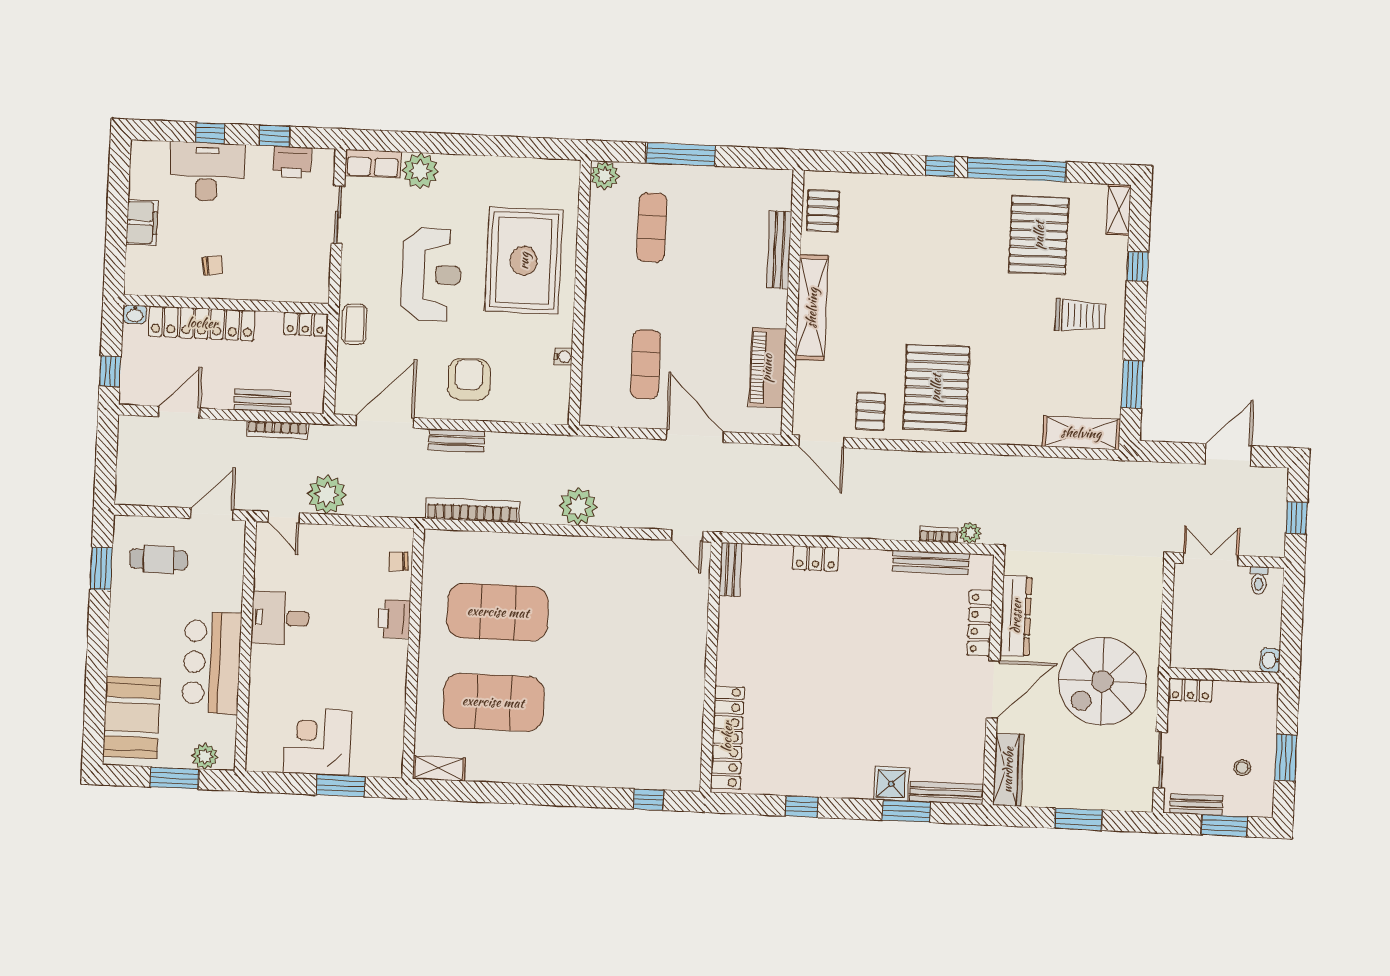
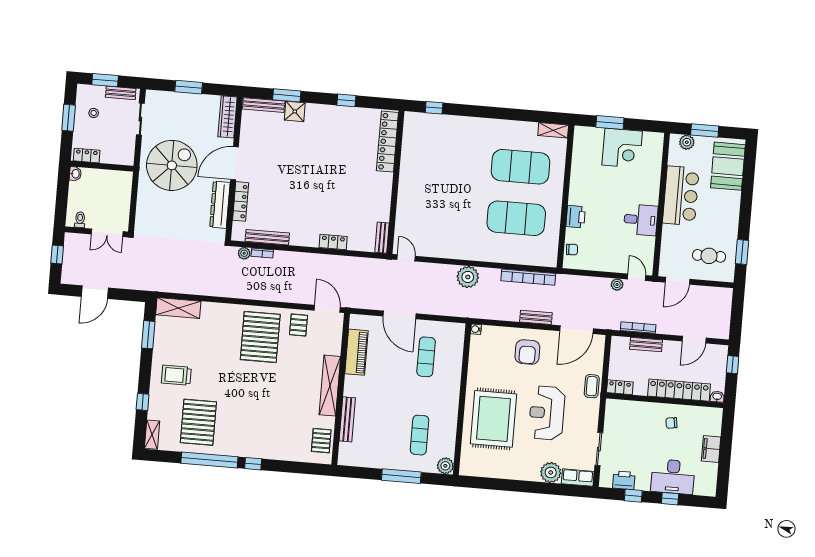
water cooler: (563, 357) -> (476, 329), moved
plant: (327, 494) -> (617, 285), width x0.53, depth x0.53
locker: (1191, 690) -> (87, 156), moved

